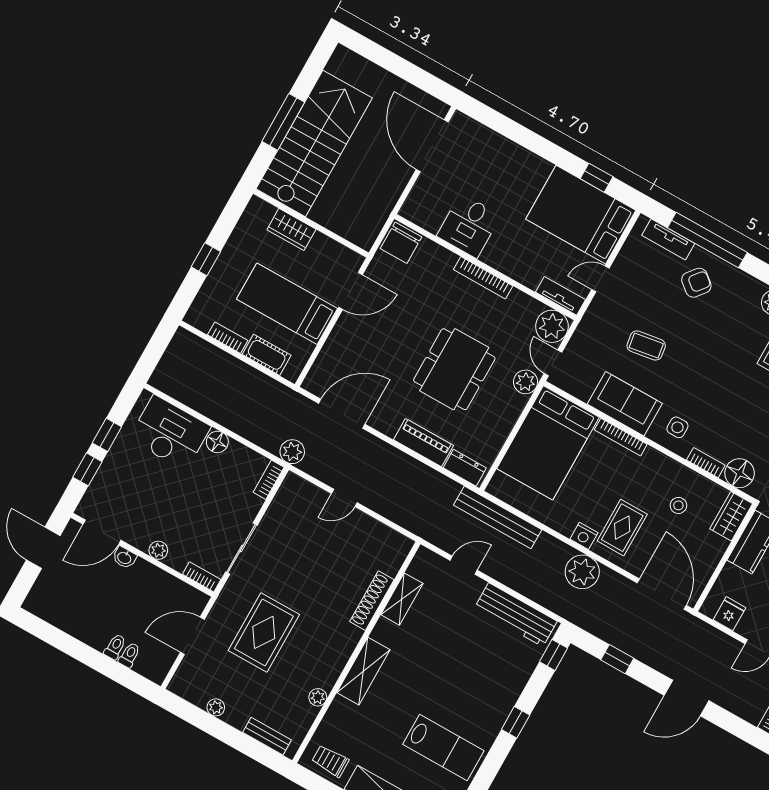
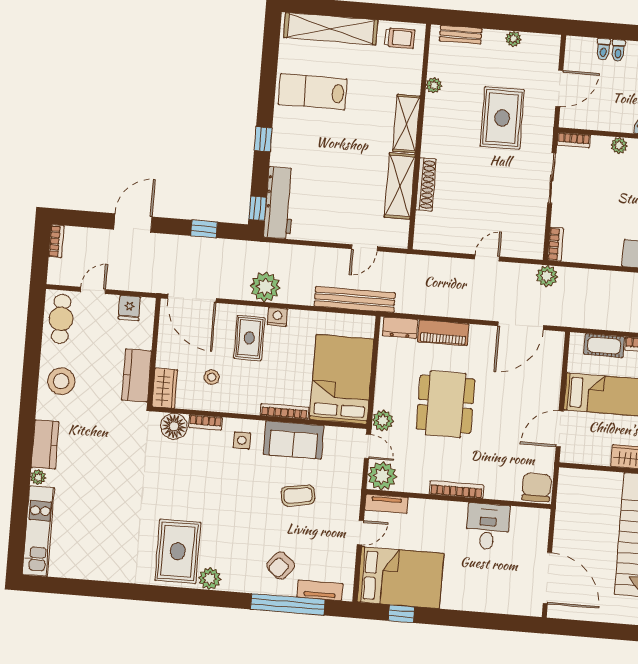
floor lamp: (217, 442) -> (612, 256), removed
shelving: (402, 599) -> (400, 186), width x1.50, depth x1.33
workbench: (516, 615) -> (279, 203), moved, turned 90

